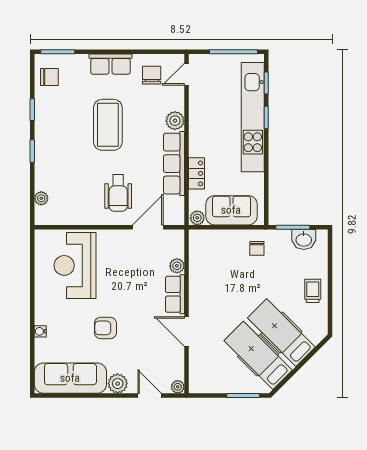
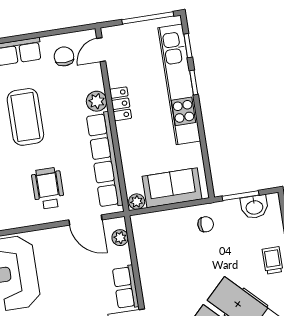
row of seats: (174, 164) -> (105, 160), width x1.36
locker: (197, 173) -> (121, 104), moved
wheelchair: (118, 193) -> (48, 188), turned 180
door: (148, 227) -> (85, 220), swing flipped
chair: (257, 248) -> (206, 224), turned -90
plant: (177, 266) -> (120, 238), moved

